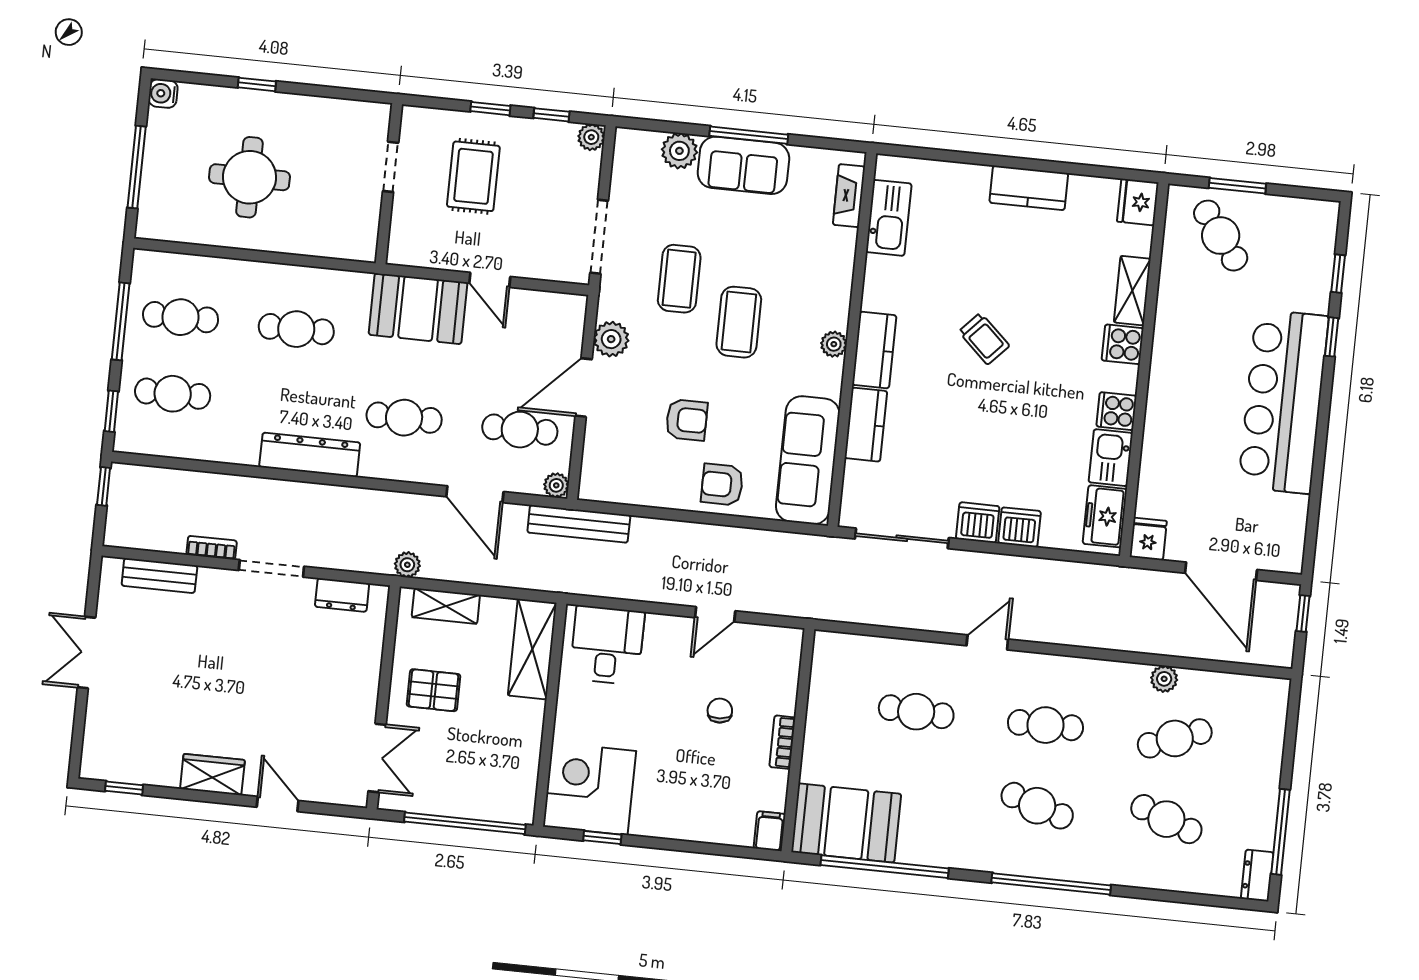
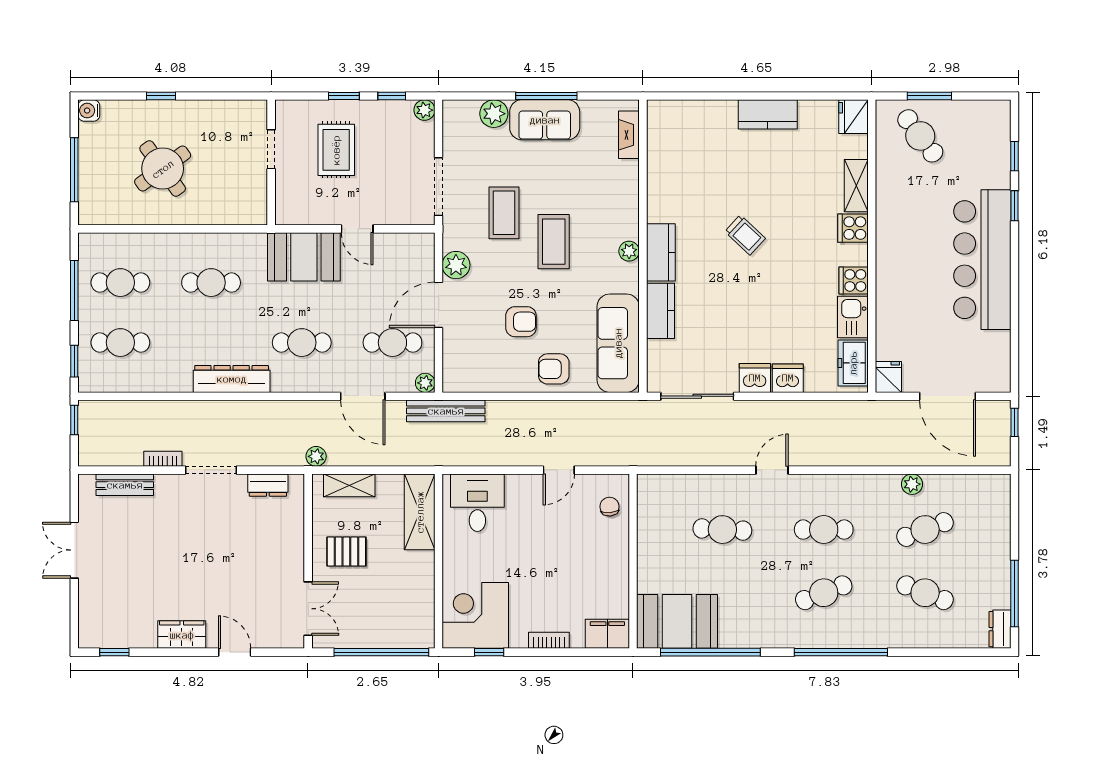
round table: (249, 177) -> (163, 169), turned -36
kitchen sink: (889, 218) -> (662, 149), removed
chair: (720, 711) -> (610, 507), moved
bookcase: (782, 742) -> (549, 640), moved, turned 90
cafe table: (1037, 806) -> (824, 593), turned -39
filing cabinet: (770, 831) -> (607, 634), width x2.00

